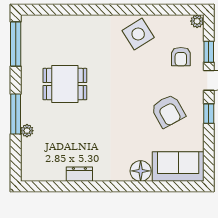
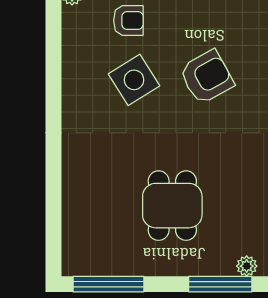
side table: (138, 34) -> (134, 80), moved
armchair: (168, 111) -> (207, 77), moved

